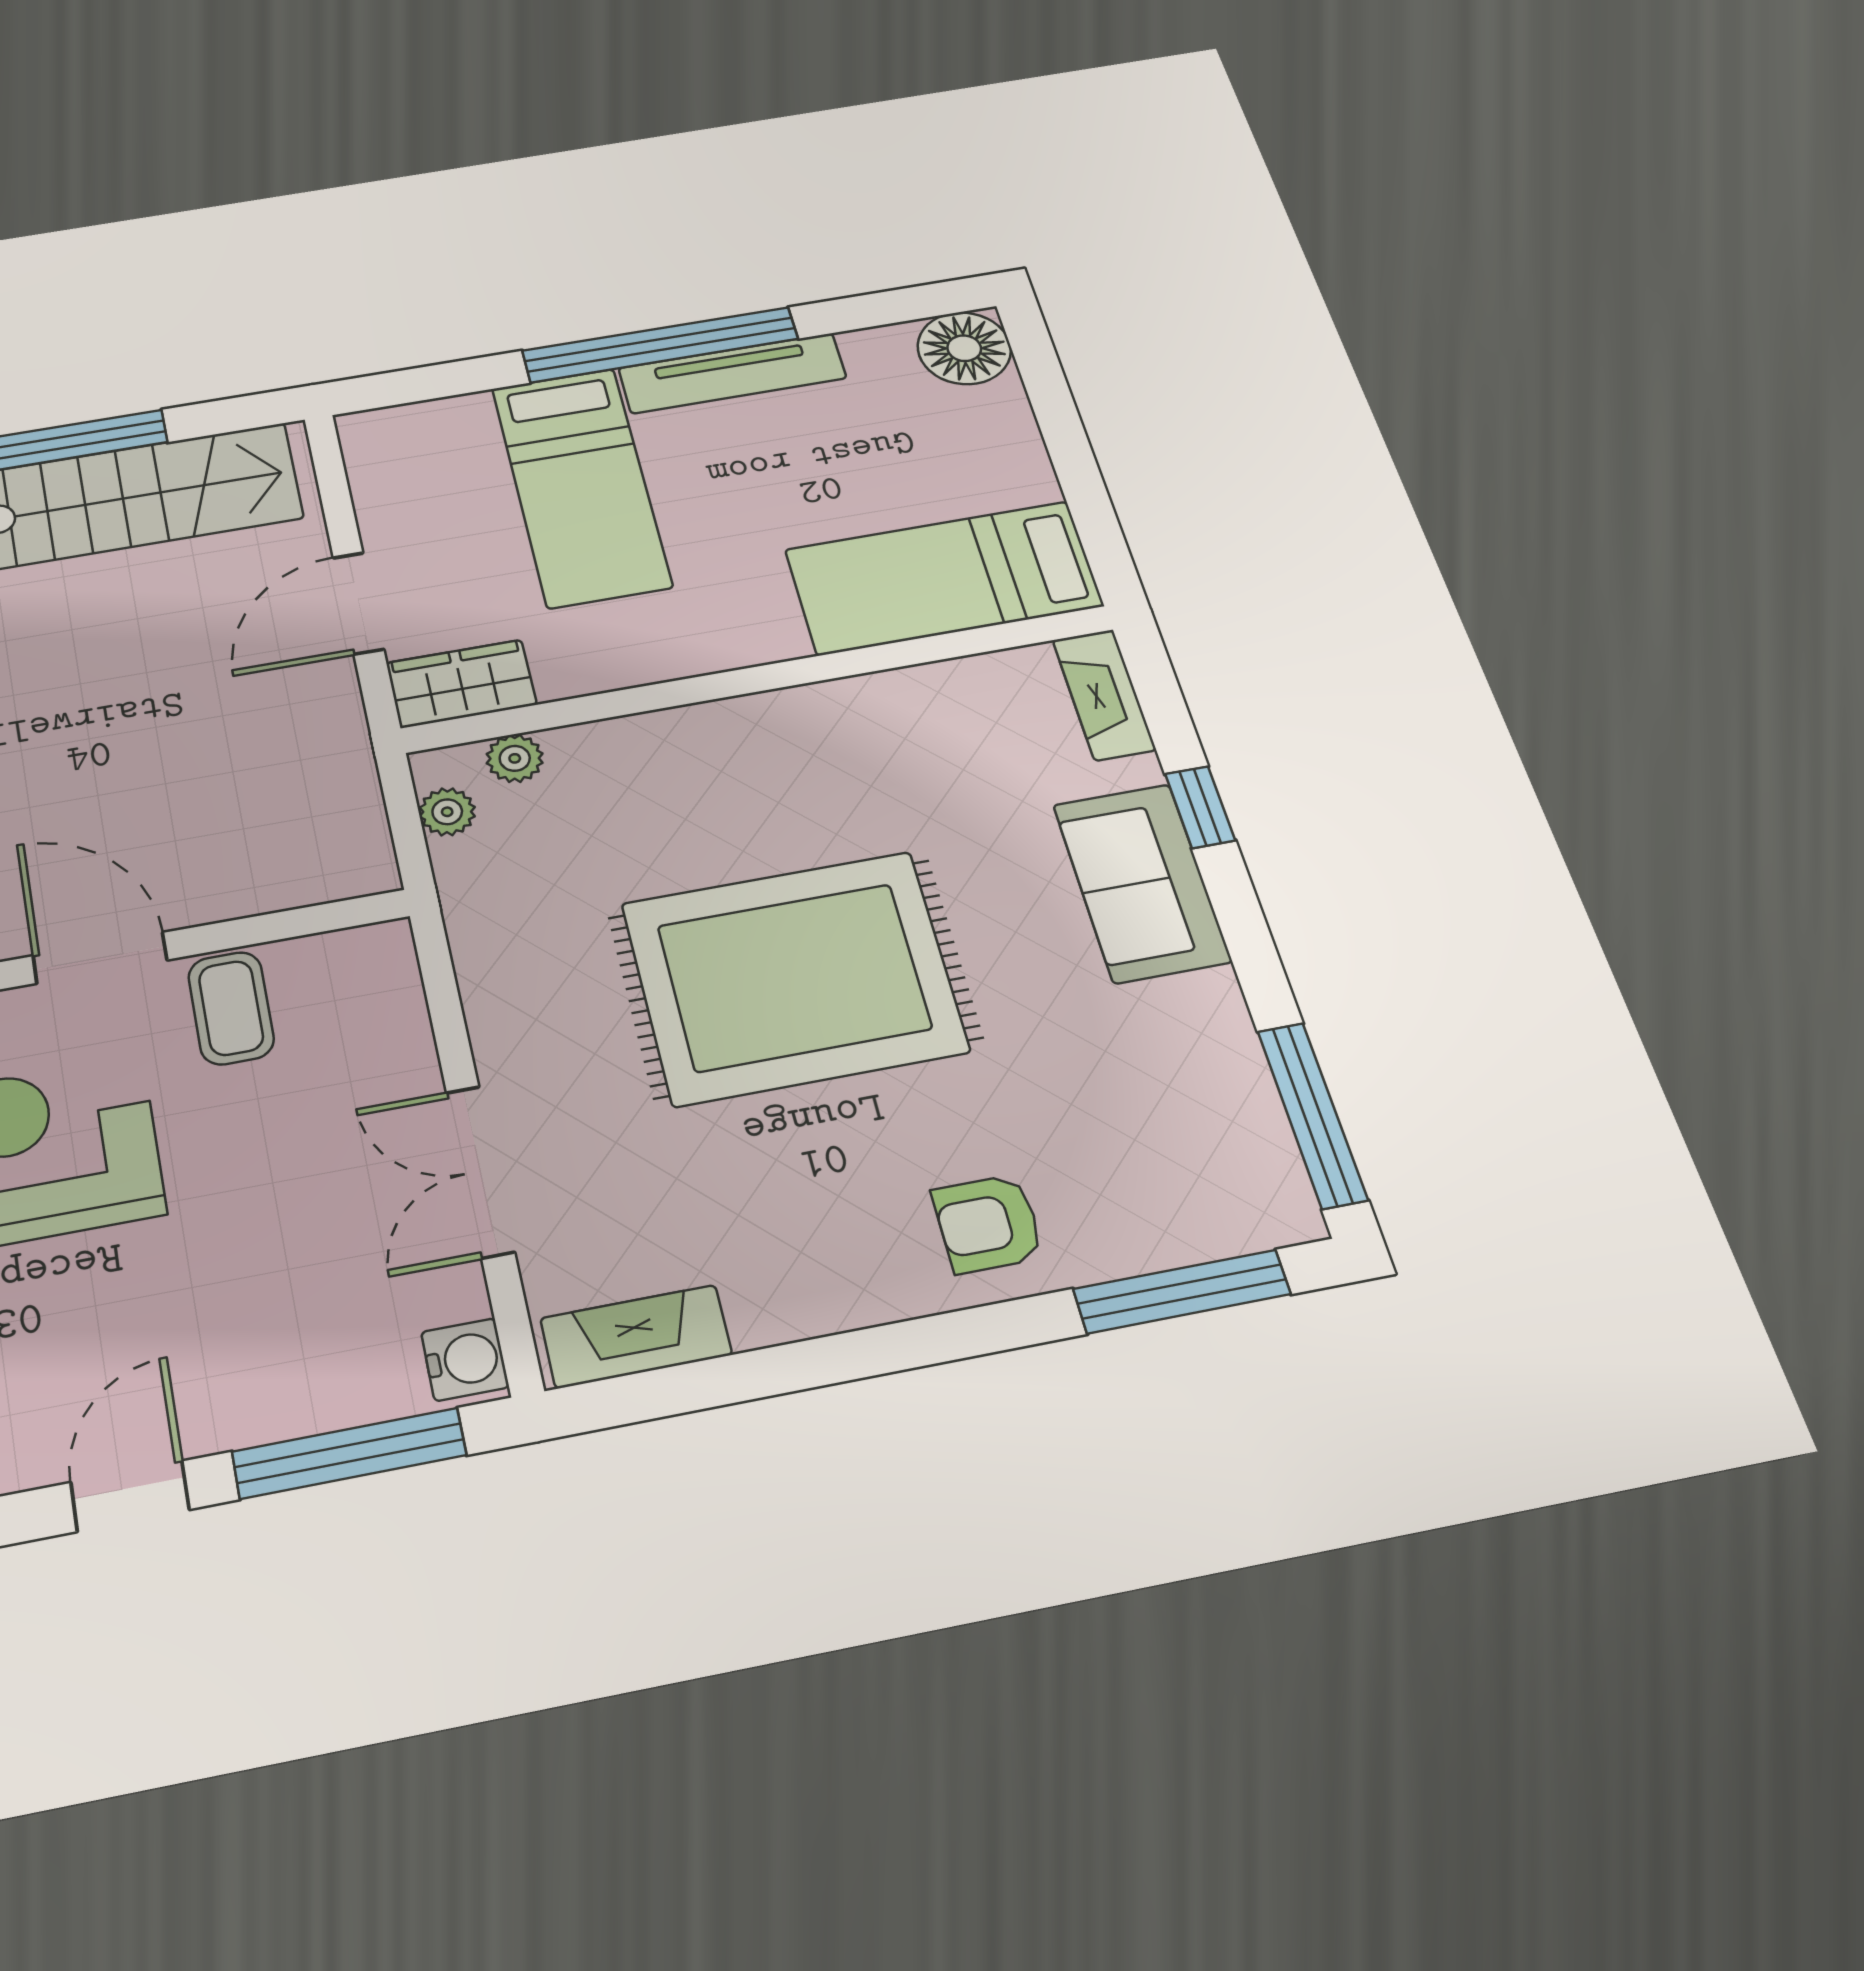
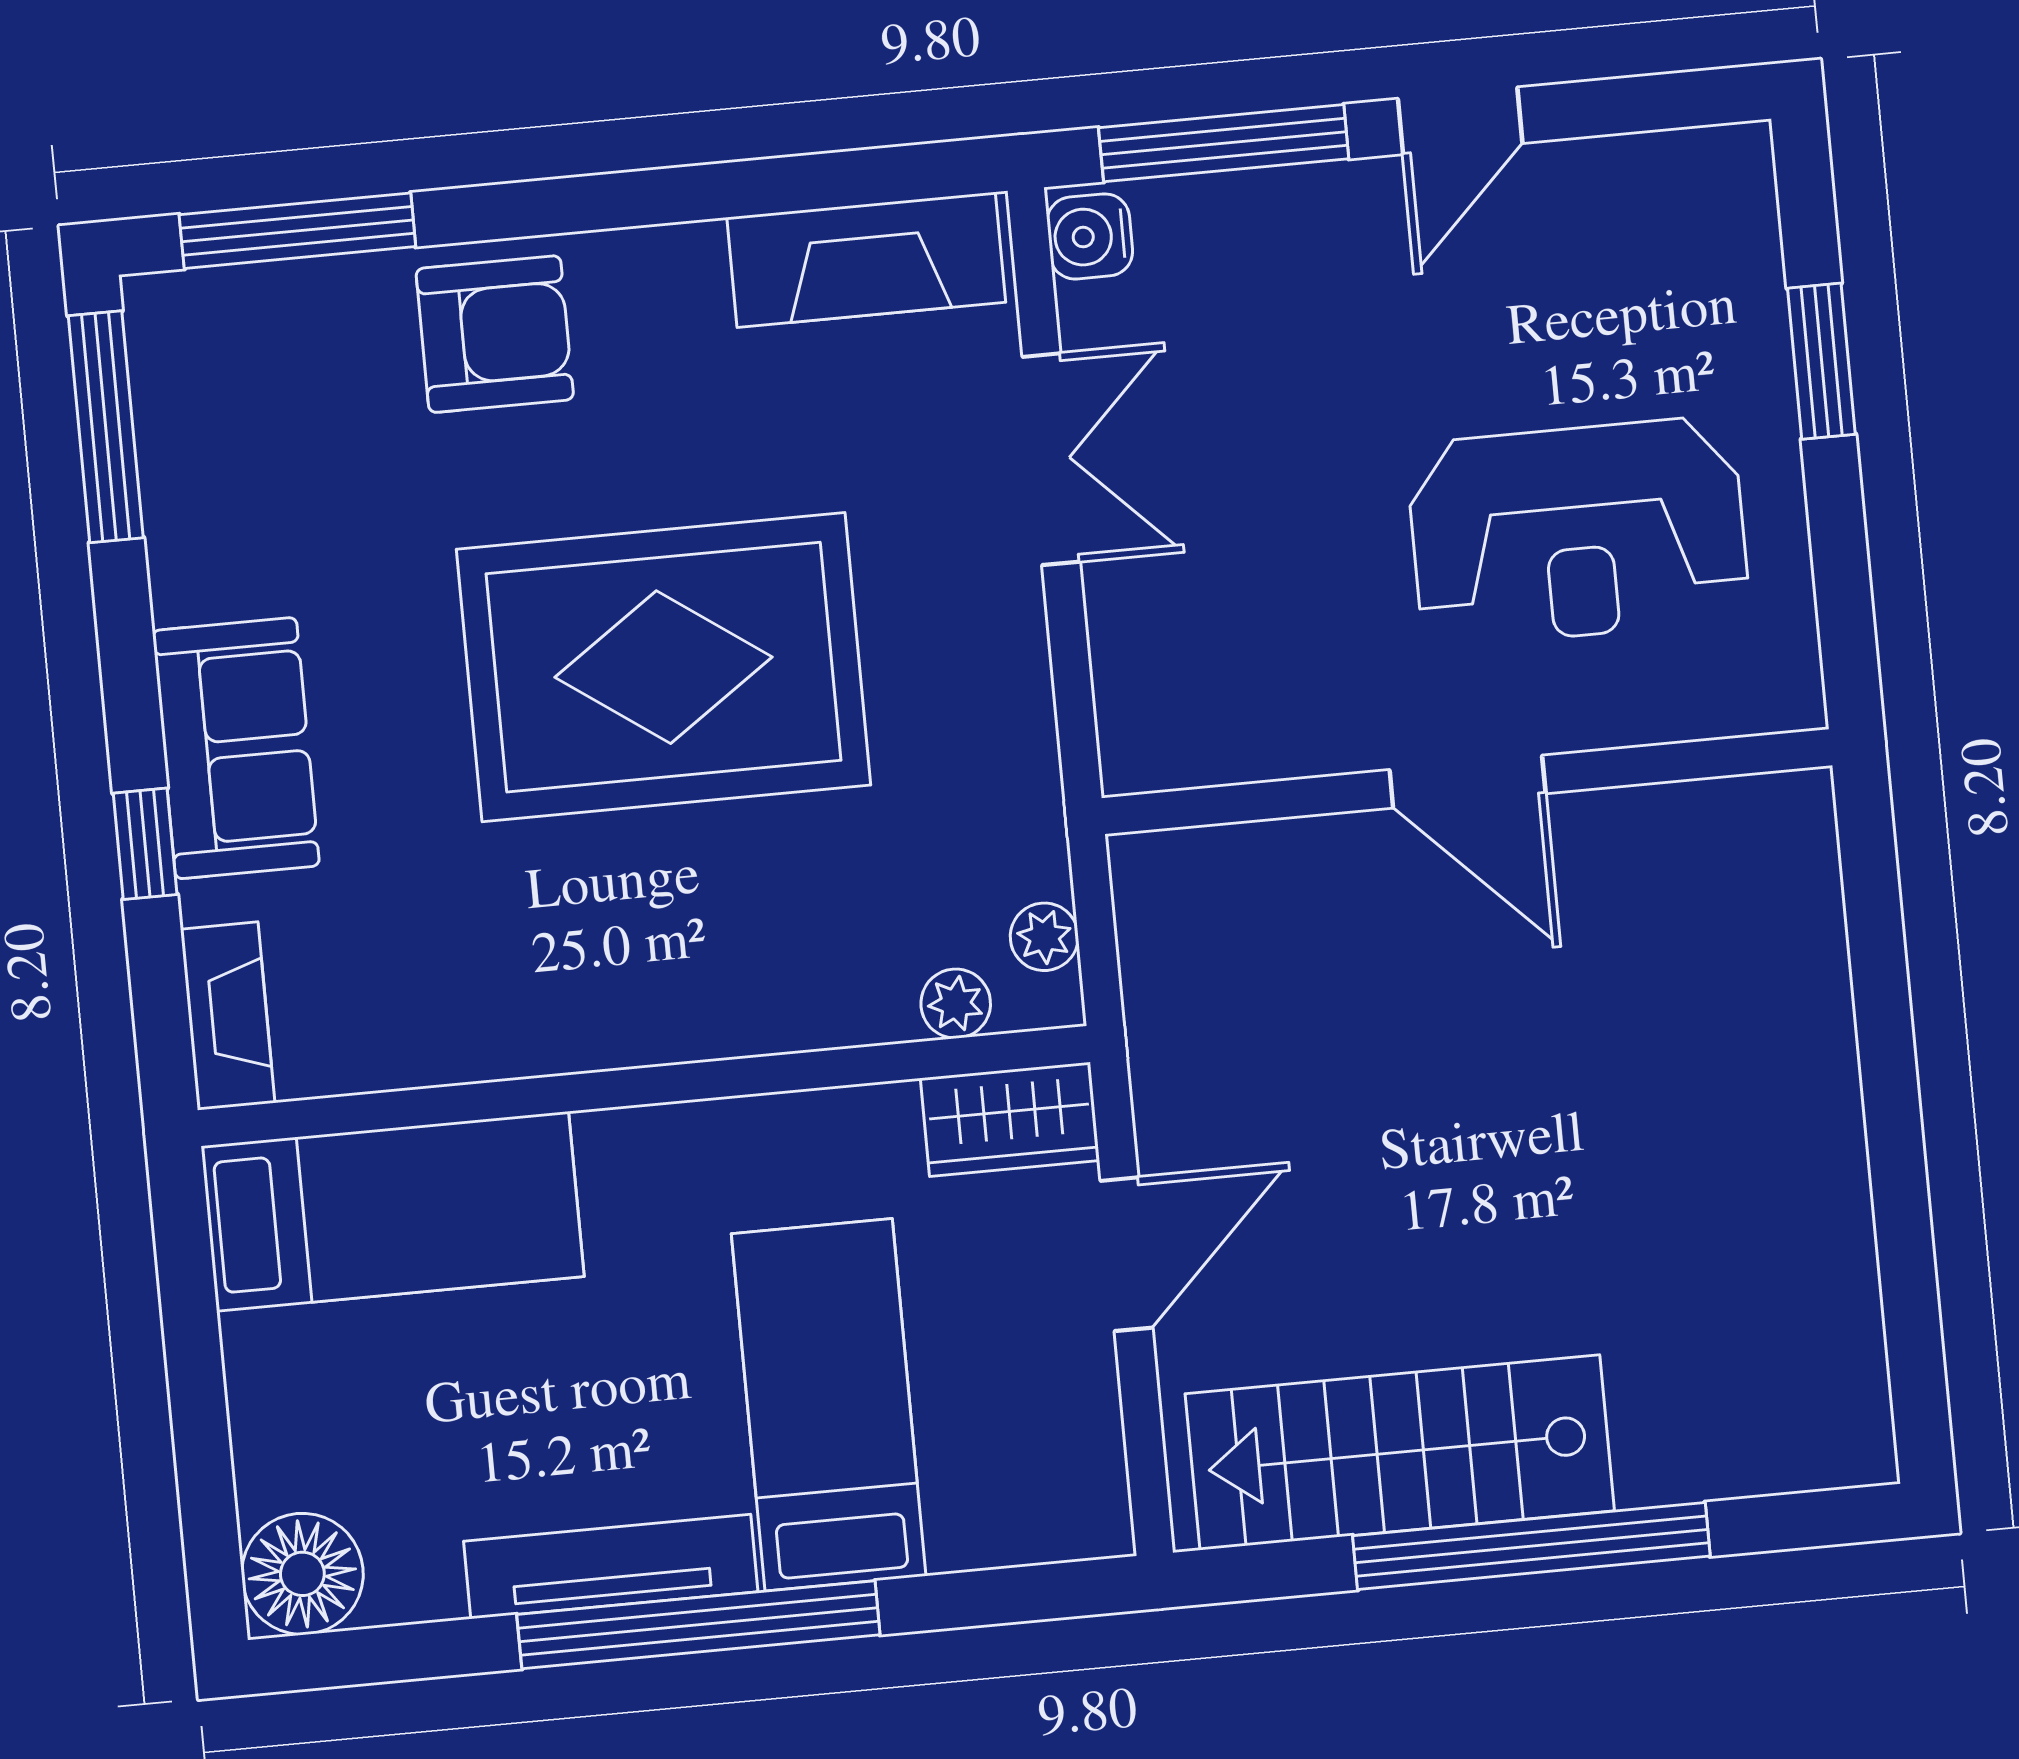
coffee table: (231, 1008) -> (1319, 698), removed
armchair: (988, 1224) -> (495, 334), width x1.38, depth x1.38
fireplace: (636, 1336) -> (866, 260), width x1.37, depth x1.32

